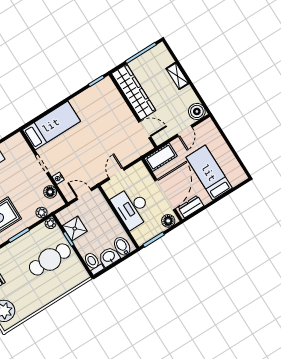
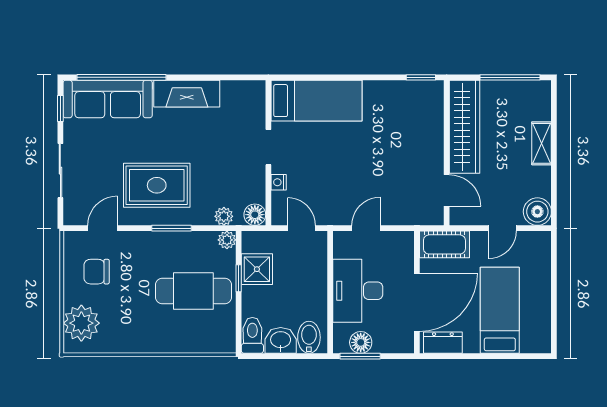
floor lamp: (50, 192) -> (255, 215), moved
floor lamp: (168, 221) -> (361, 342), moved

